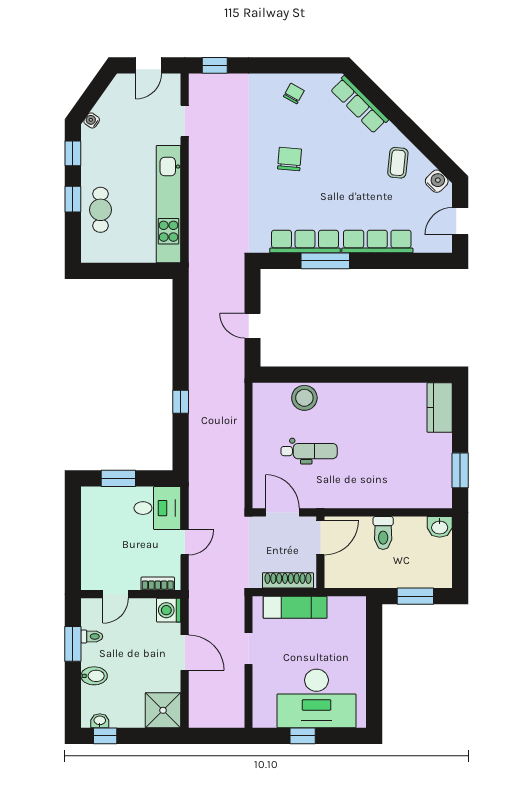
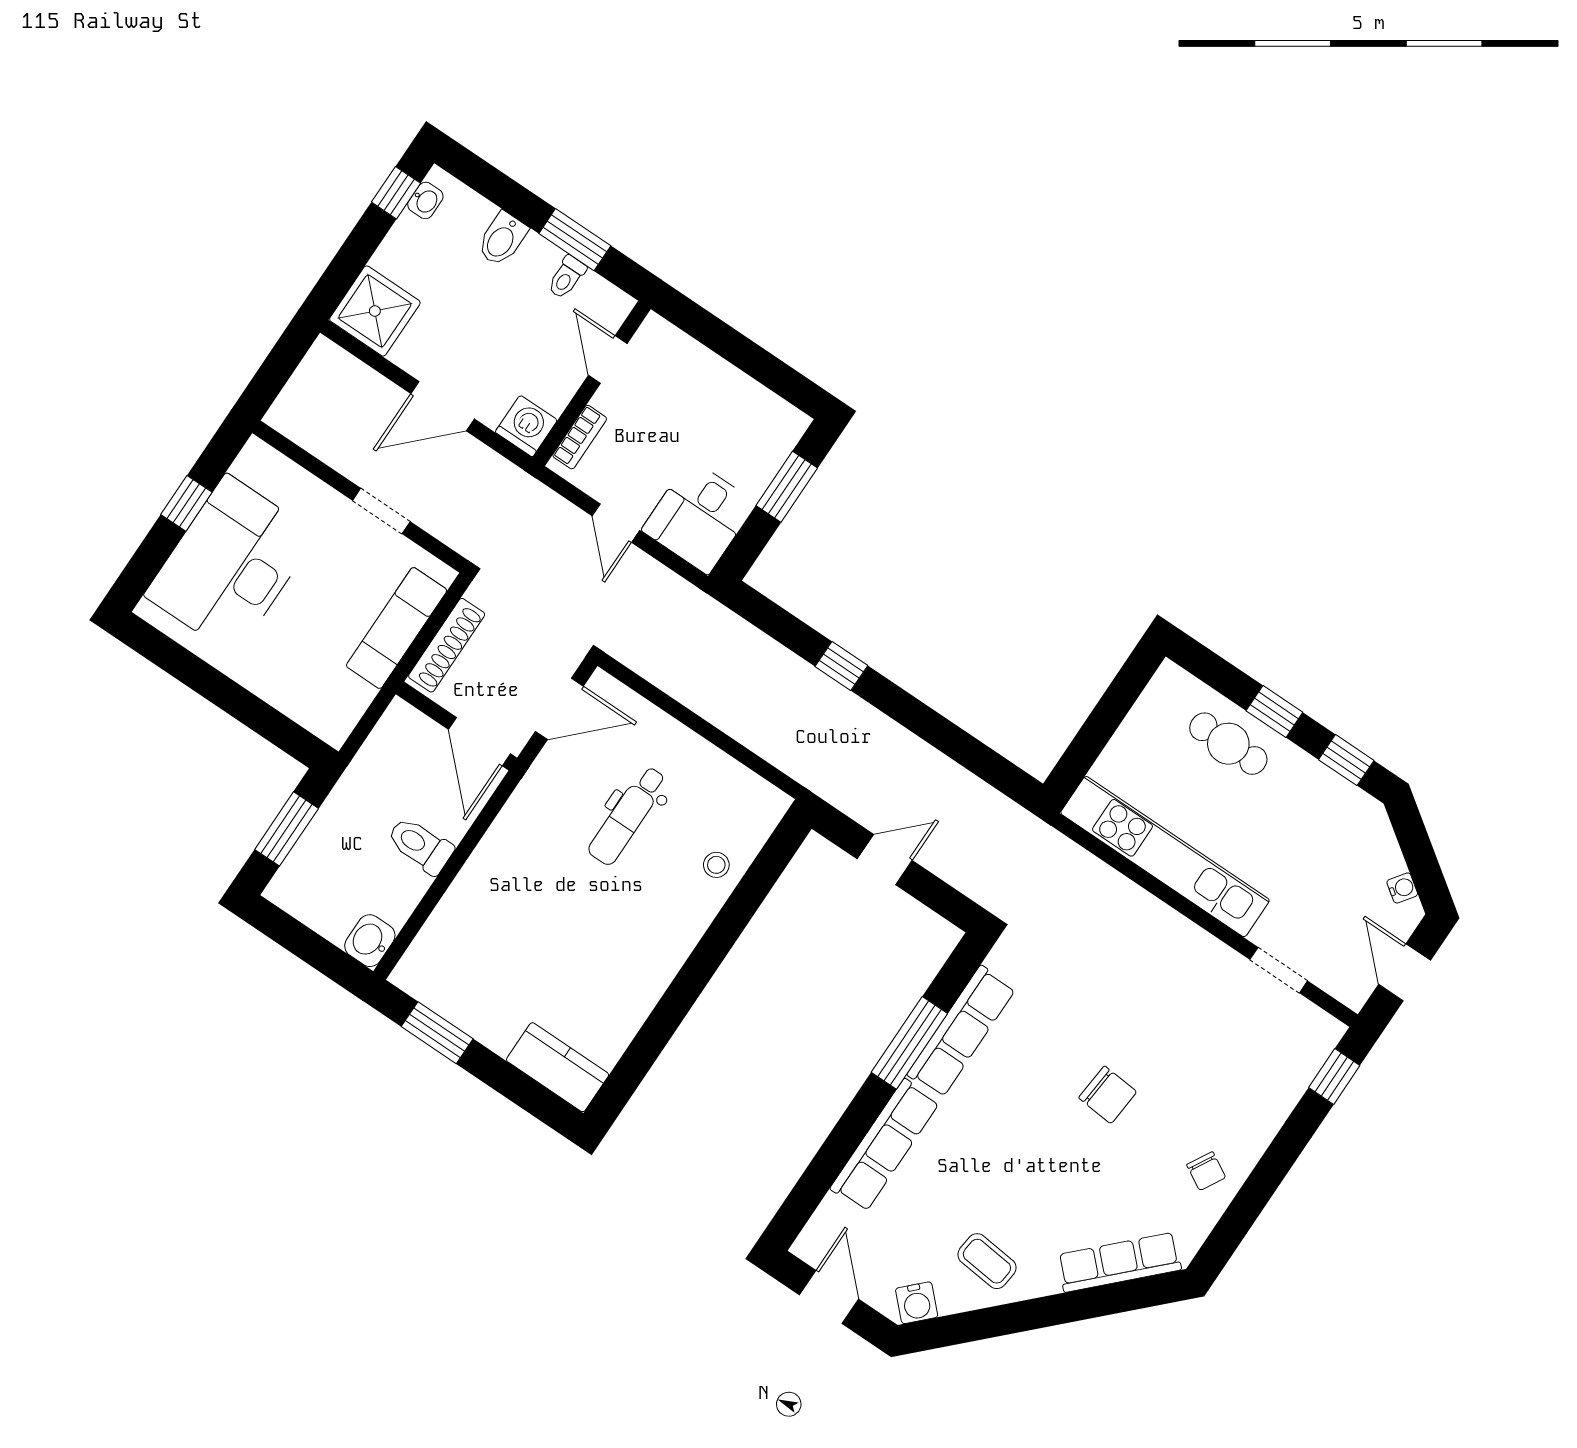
water cooler: (92, 120) -> (1402, 888), moved
stool: (304, 398) -> (716, 865), width x0.53, depth x0.53

